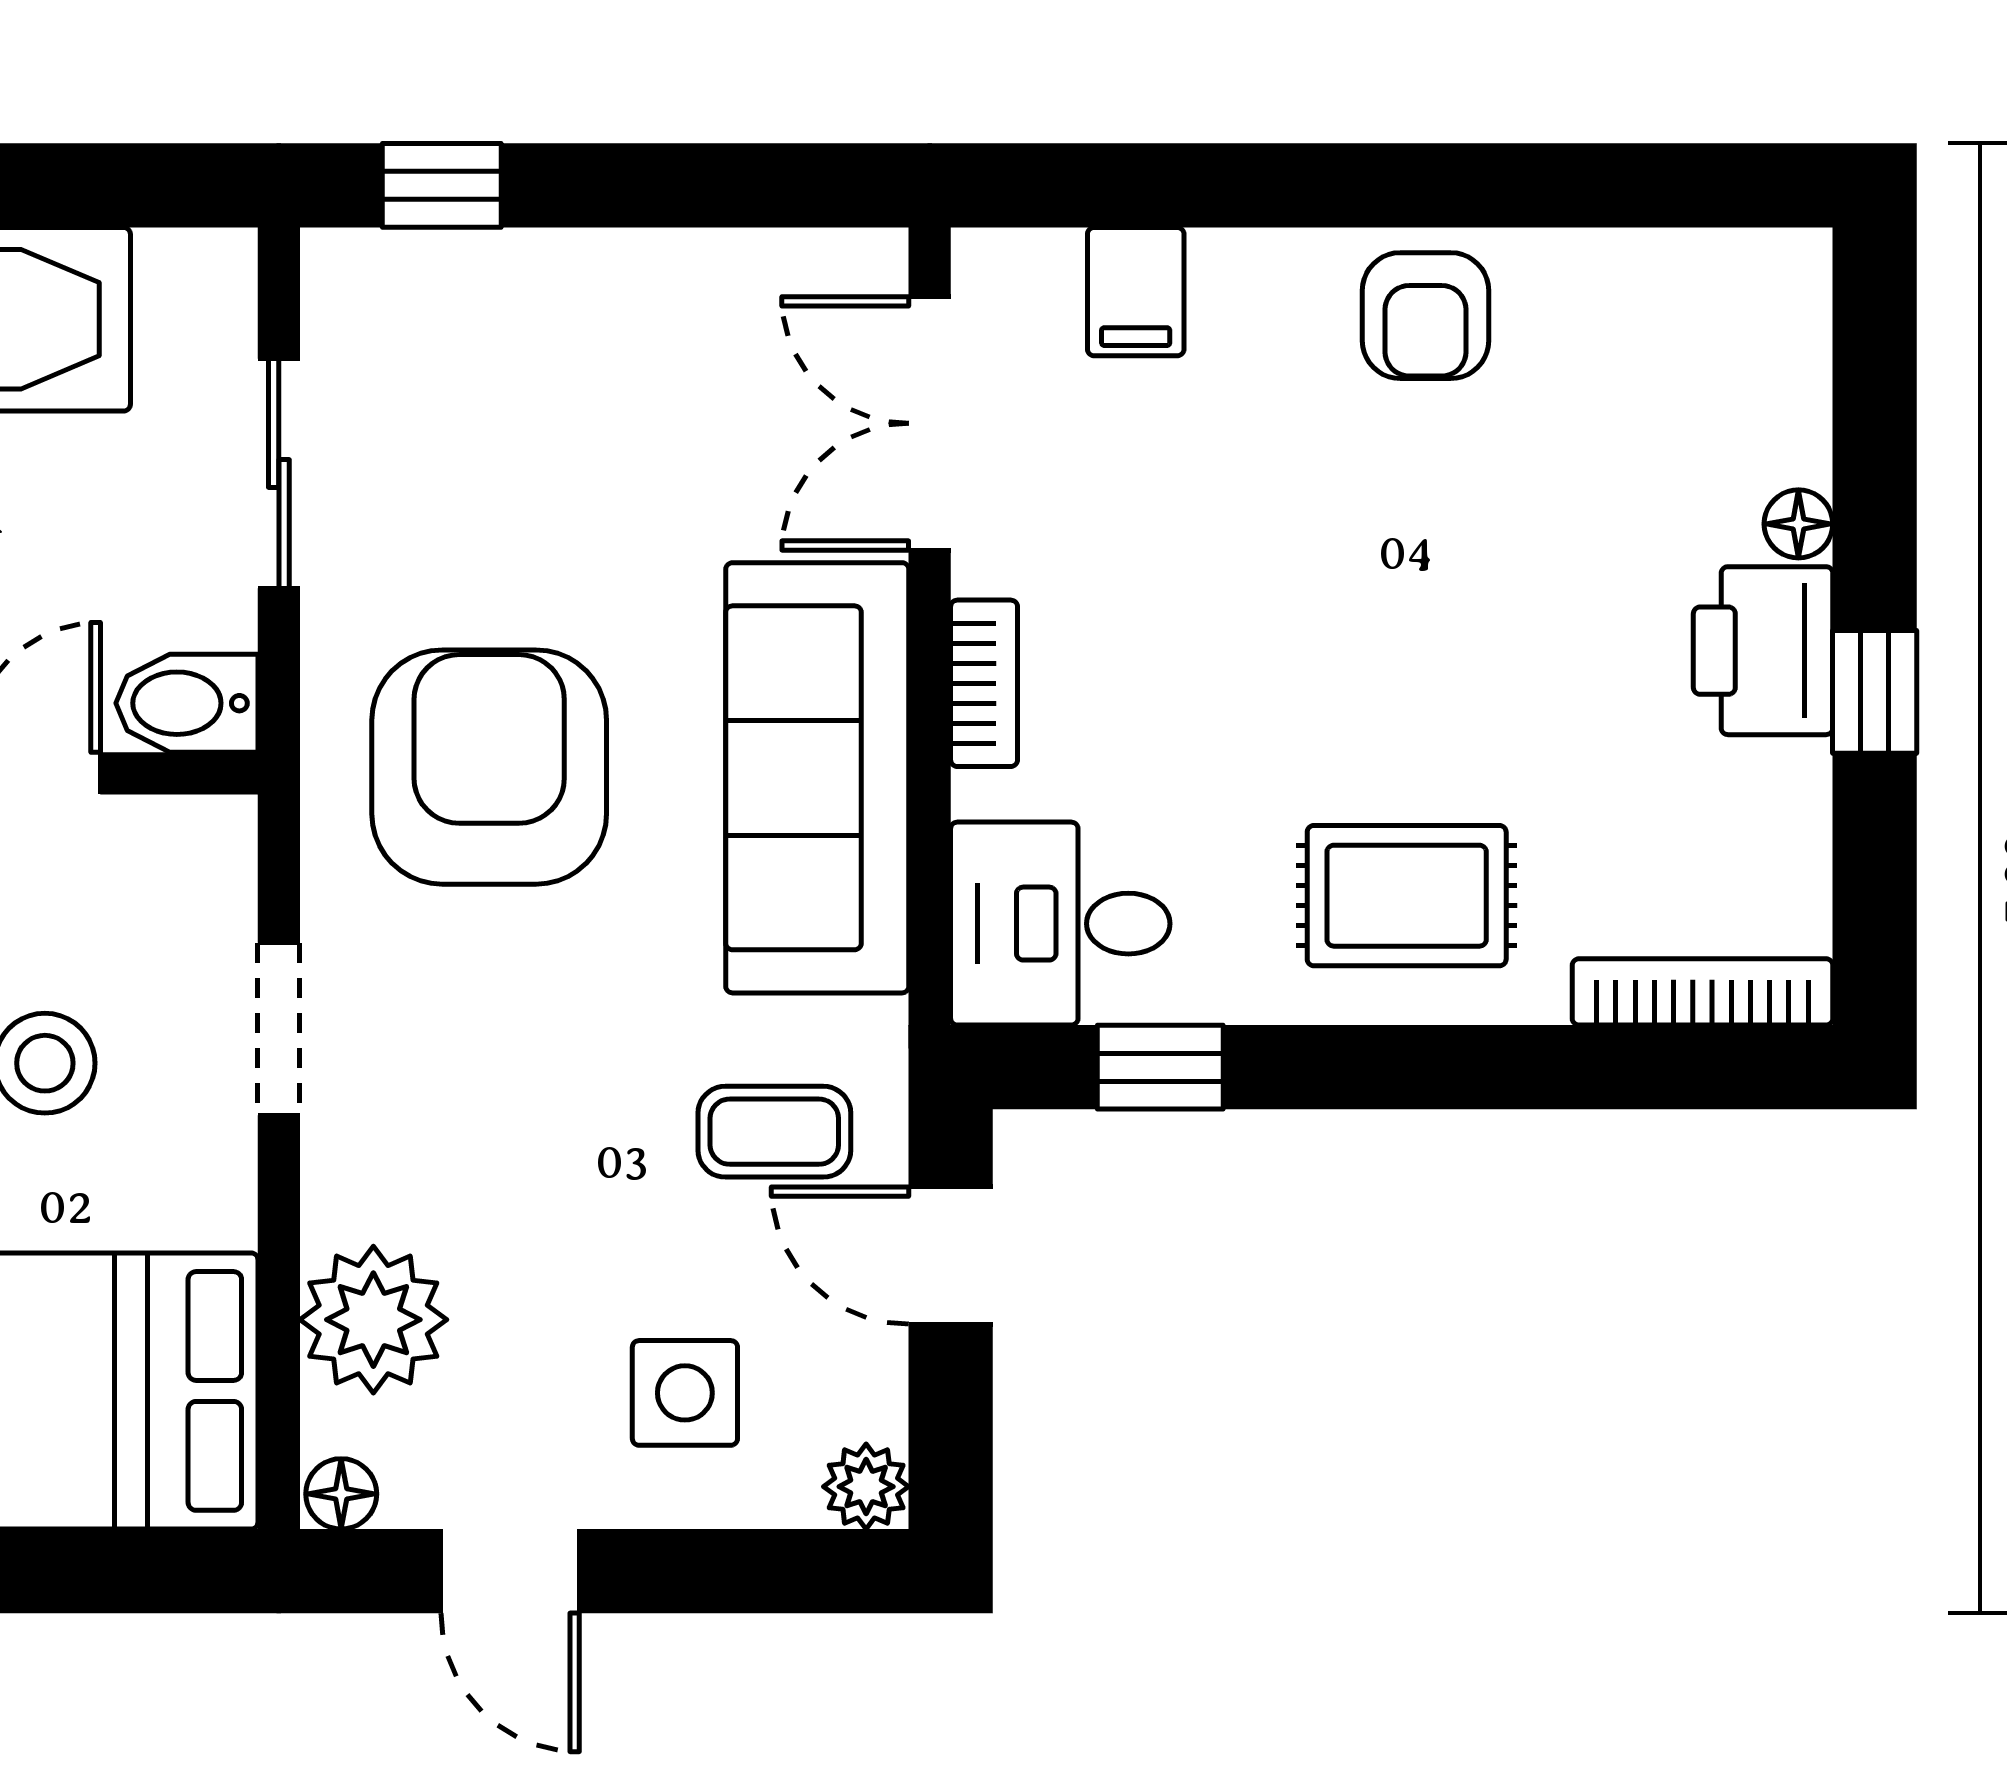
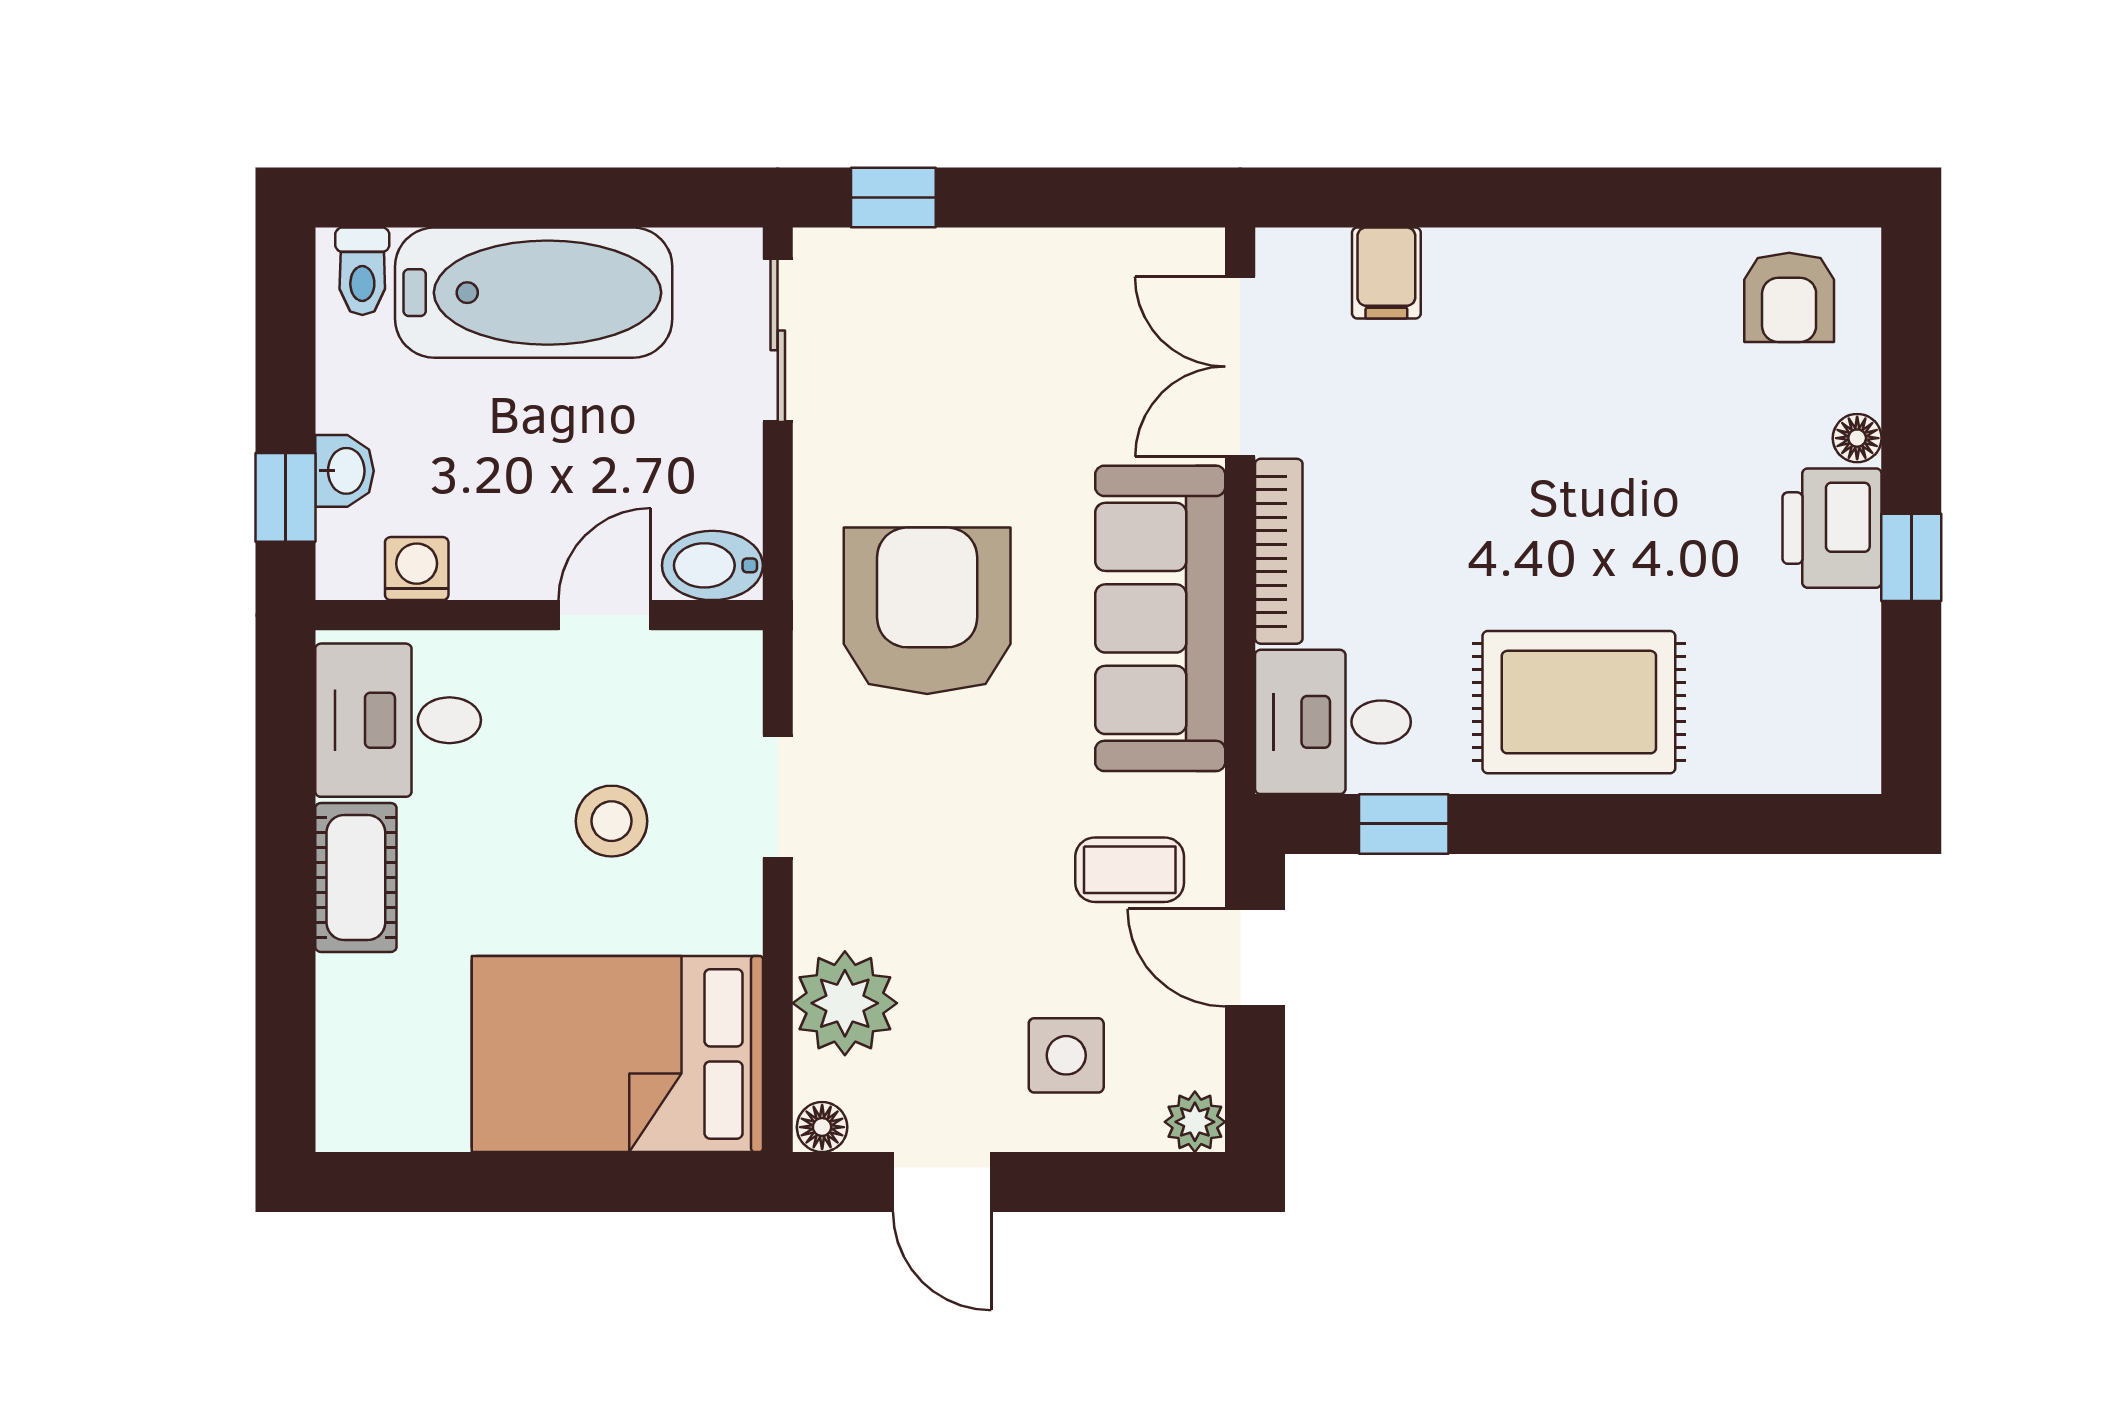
armchair: (1426, 316) -> (1789, 297), moved
sliding door: (279, 474) -> (778, 340), moved
bookcase: (984, 683) -> (1279, 551), width x1.56
rug: (1407, 896) -> (1579, 702), width x1.36, depth x1.43
bookcase: (1702, 992) -> (1789, 770), removed

